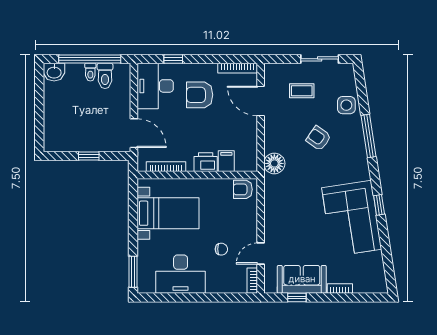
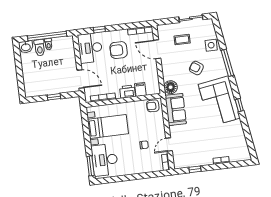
toilet: (105, 76) -> (40, 48), moved
corner sofa: (352, 218) -> (219, 101), moved
desk: (181, 274) -> (105, 160), moved, turned 90
sofa: (302, 279) -> (176, 110), moved, turned 90

